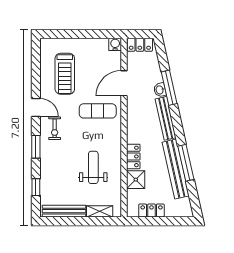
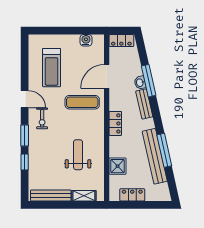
water cooler: (115, 44) -> (86, 40), moved
bench: (166, 118) -> (144, 104), width x0.73
locker: (133, 156) -> (115, 123), moved
window: (36, 187) -> (25, 162), moved

